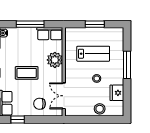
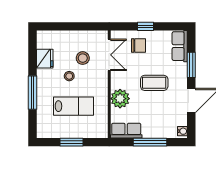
lab bench: (93, 54) -> (73, 106), turned 180
stool: (100, 109) -> (83, 58), moved
window: (18, 119) -> (145, 26), moved

